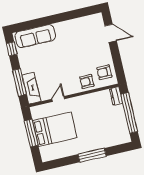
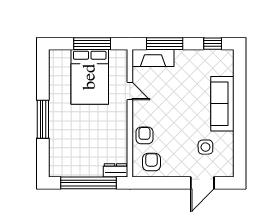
sofa: (35, 36) -> (222, 104), moved
side table: (85, 37) -> (205, 147), added

